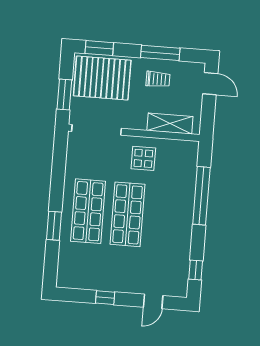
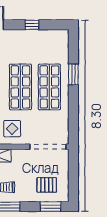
pallet: (102, 78) -> (47, 185), width x0.49, depth x0.50
window: (64, 94) -> (73, 171), removed

